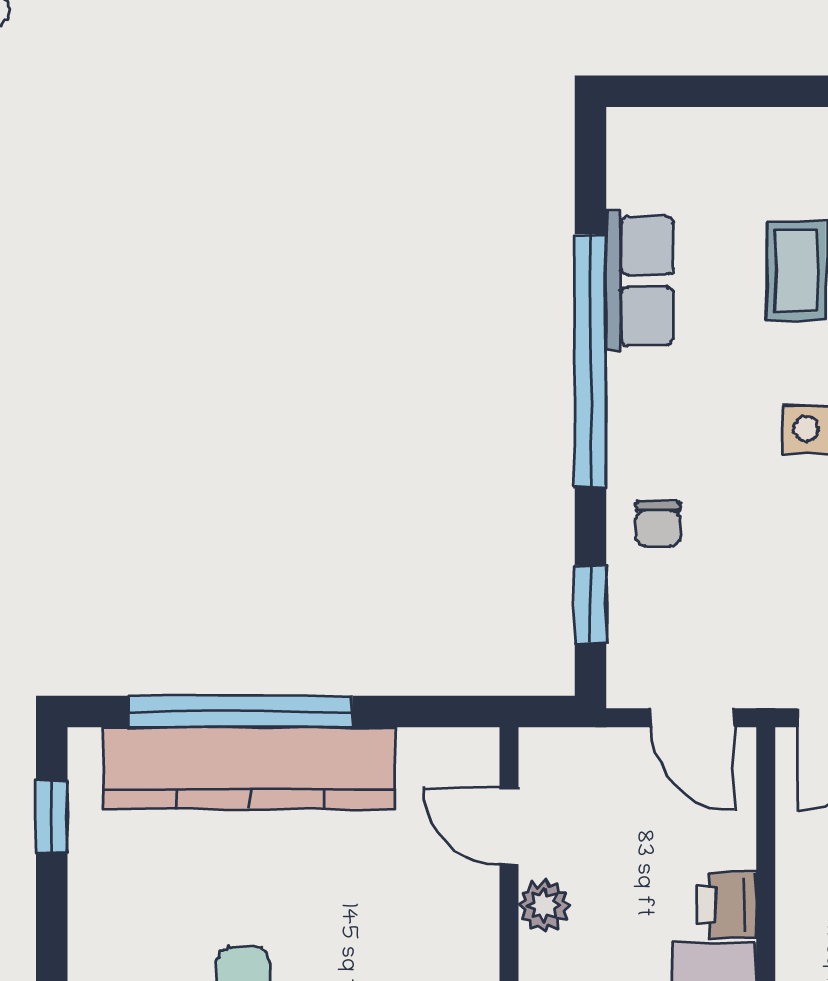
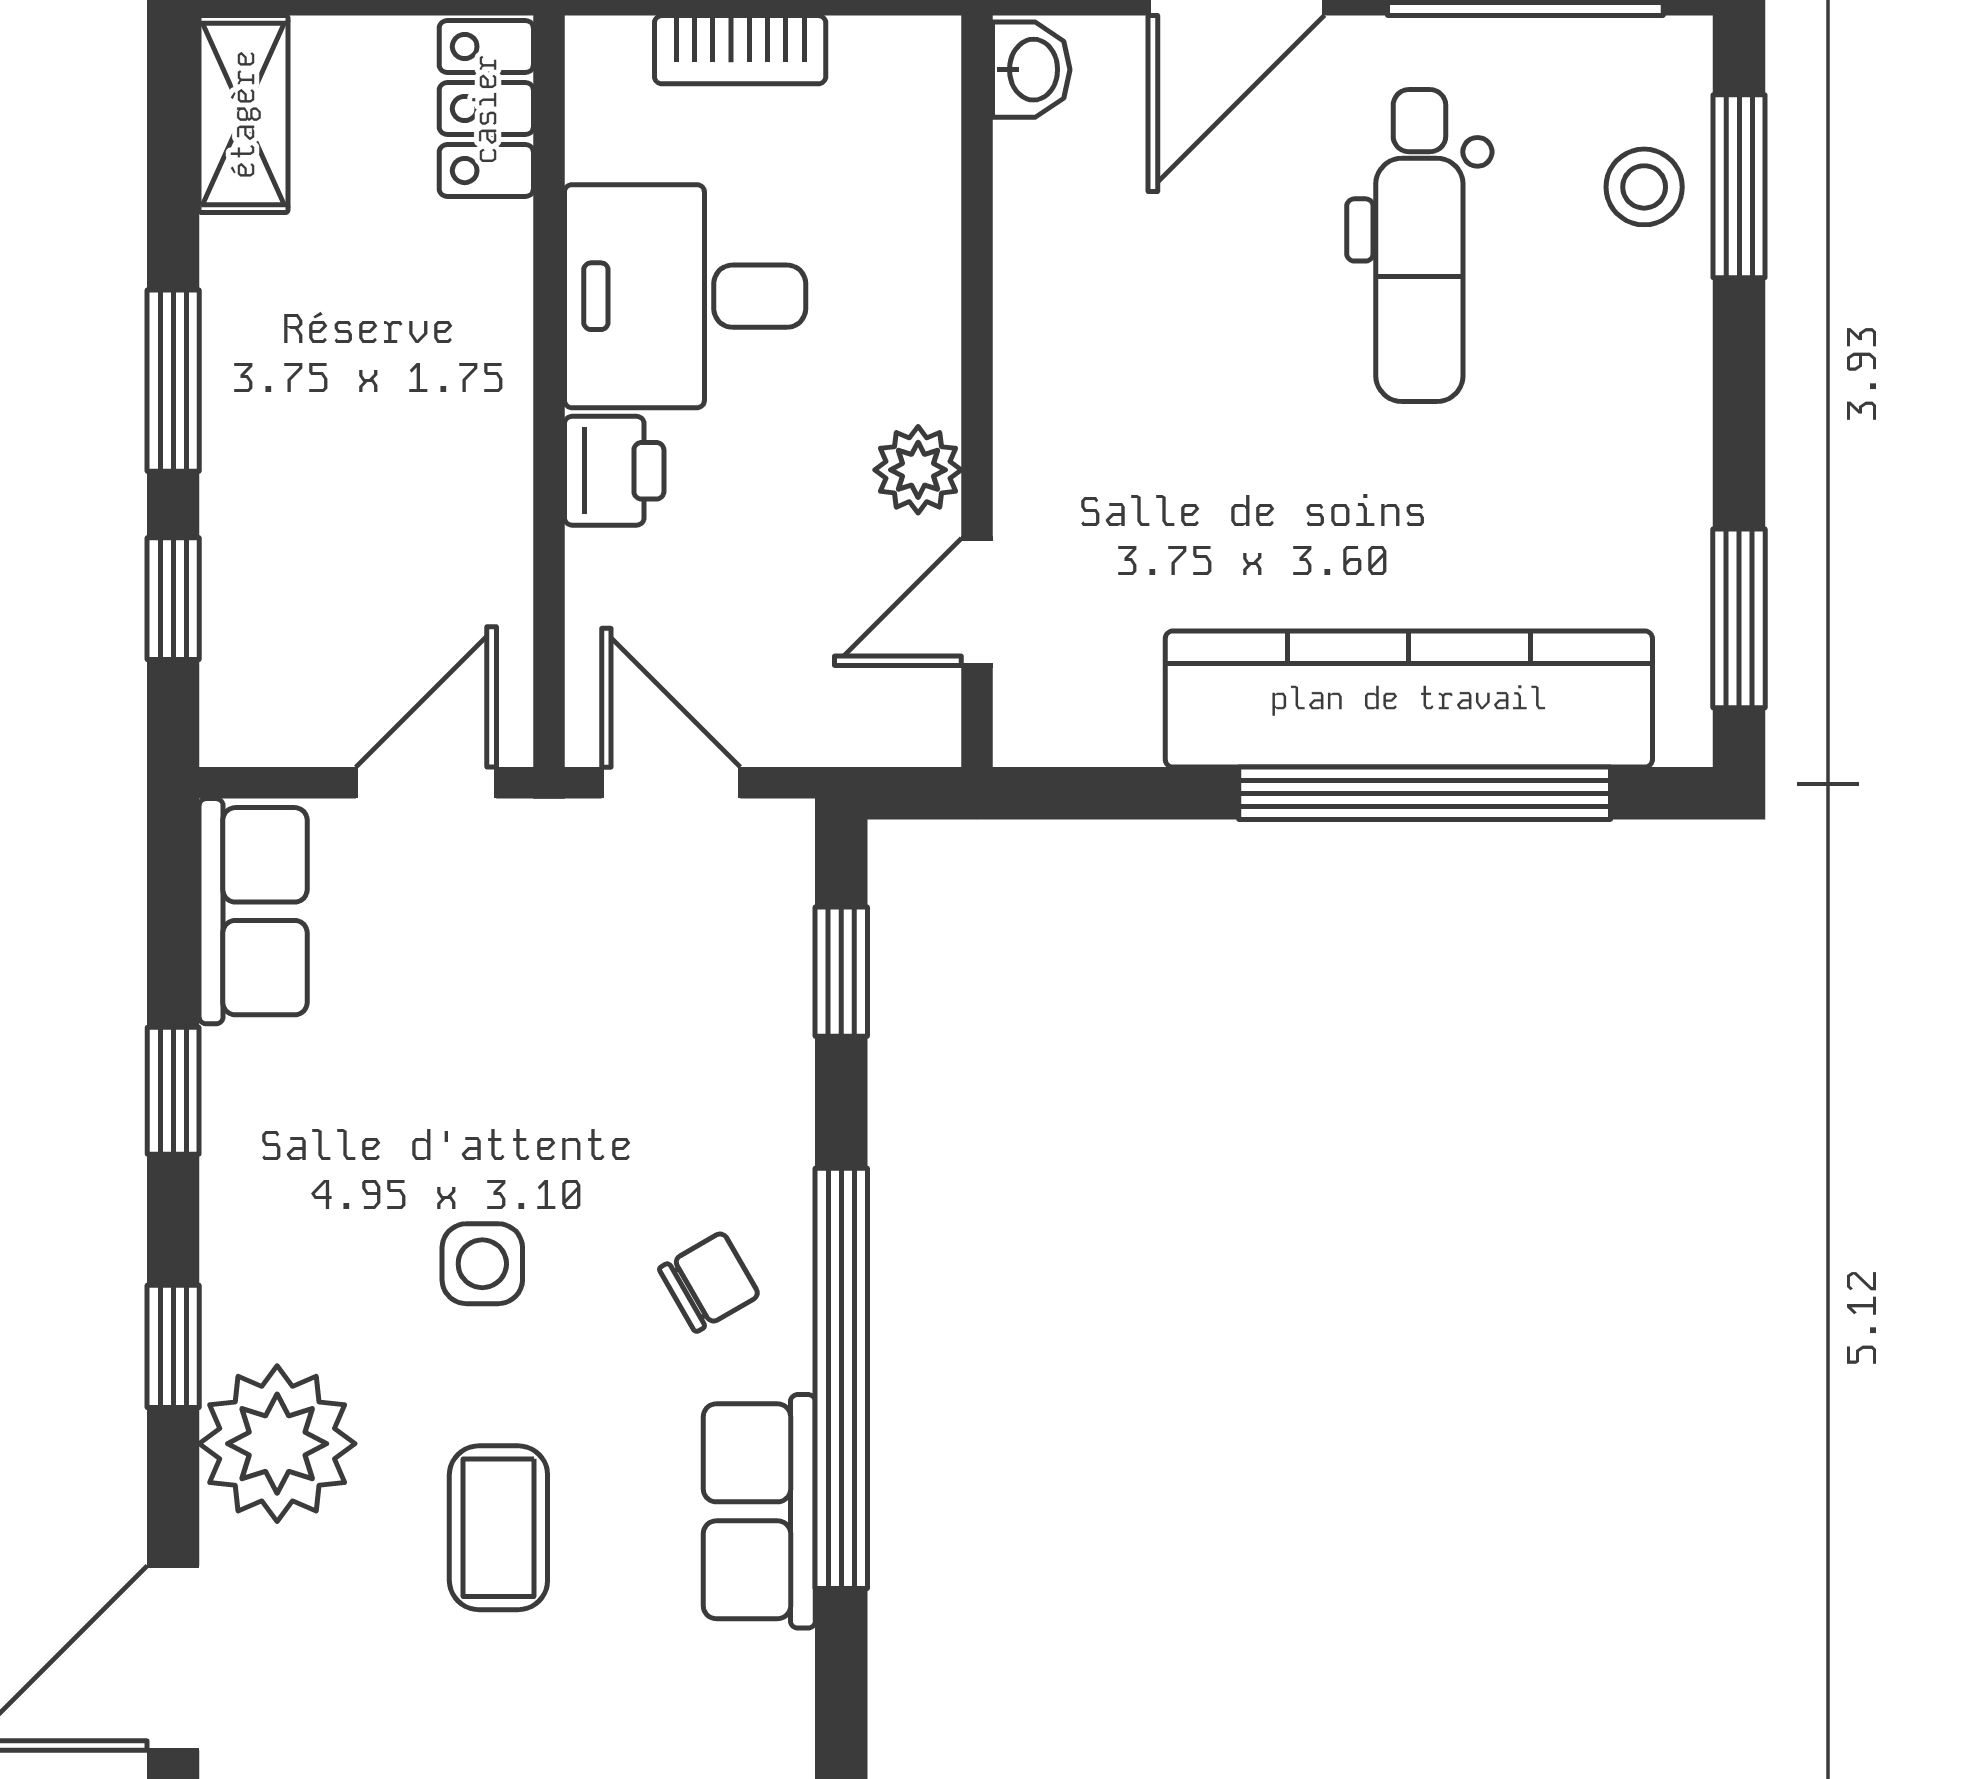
chair: (658, 524) -> (709, 1282), moved, turned 60
window: (52, 816) -> (1739, 618), width x1.50
door: (509, 826) -> (977, 602), swing flipped

